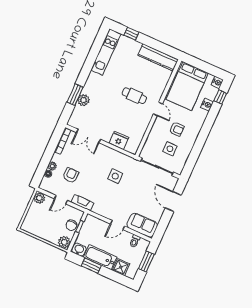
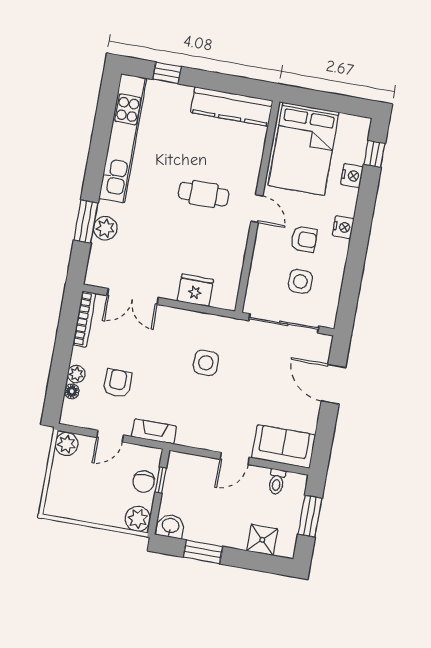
kitchen unit: (106, 52) -> (123, 138), width x1.36
nightstand: (217, 82) -> (343, 227), moved
bathtub: (100, 257) -> (216, 531), removed

